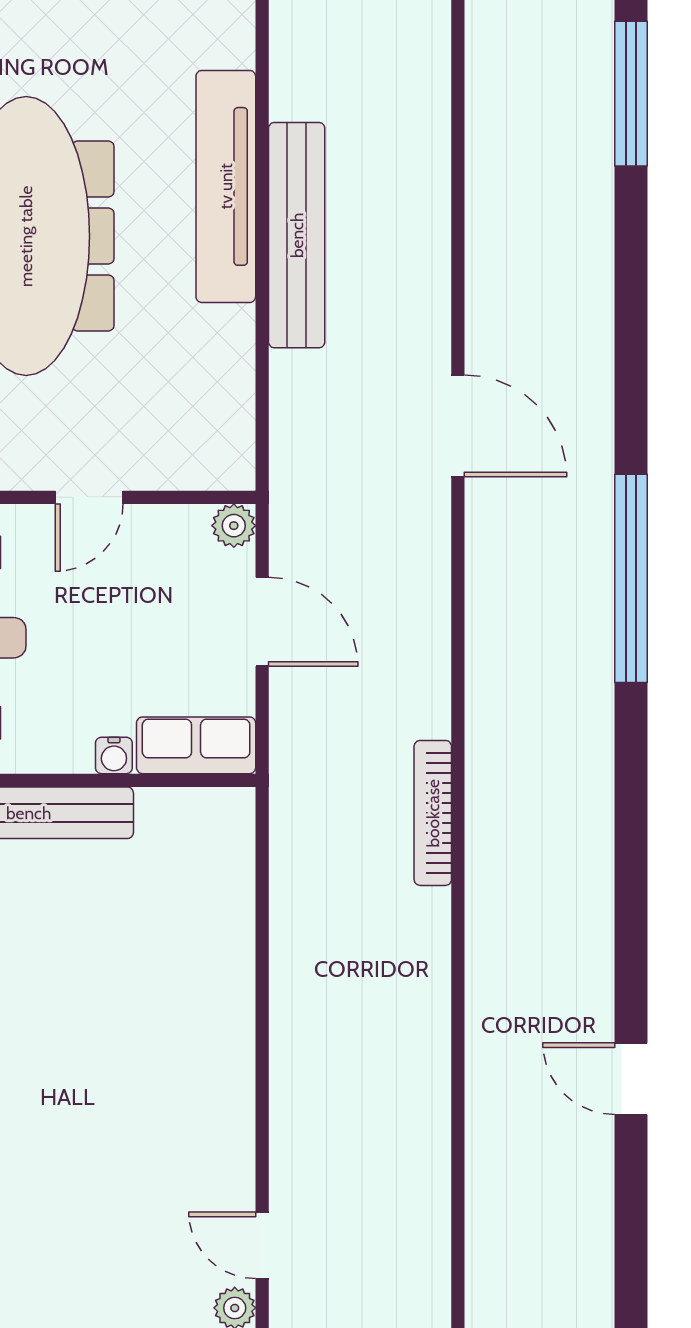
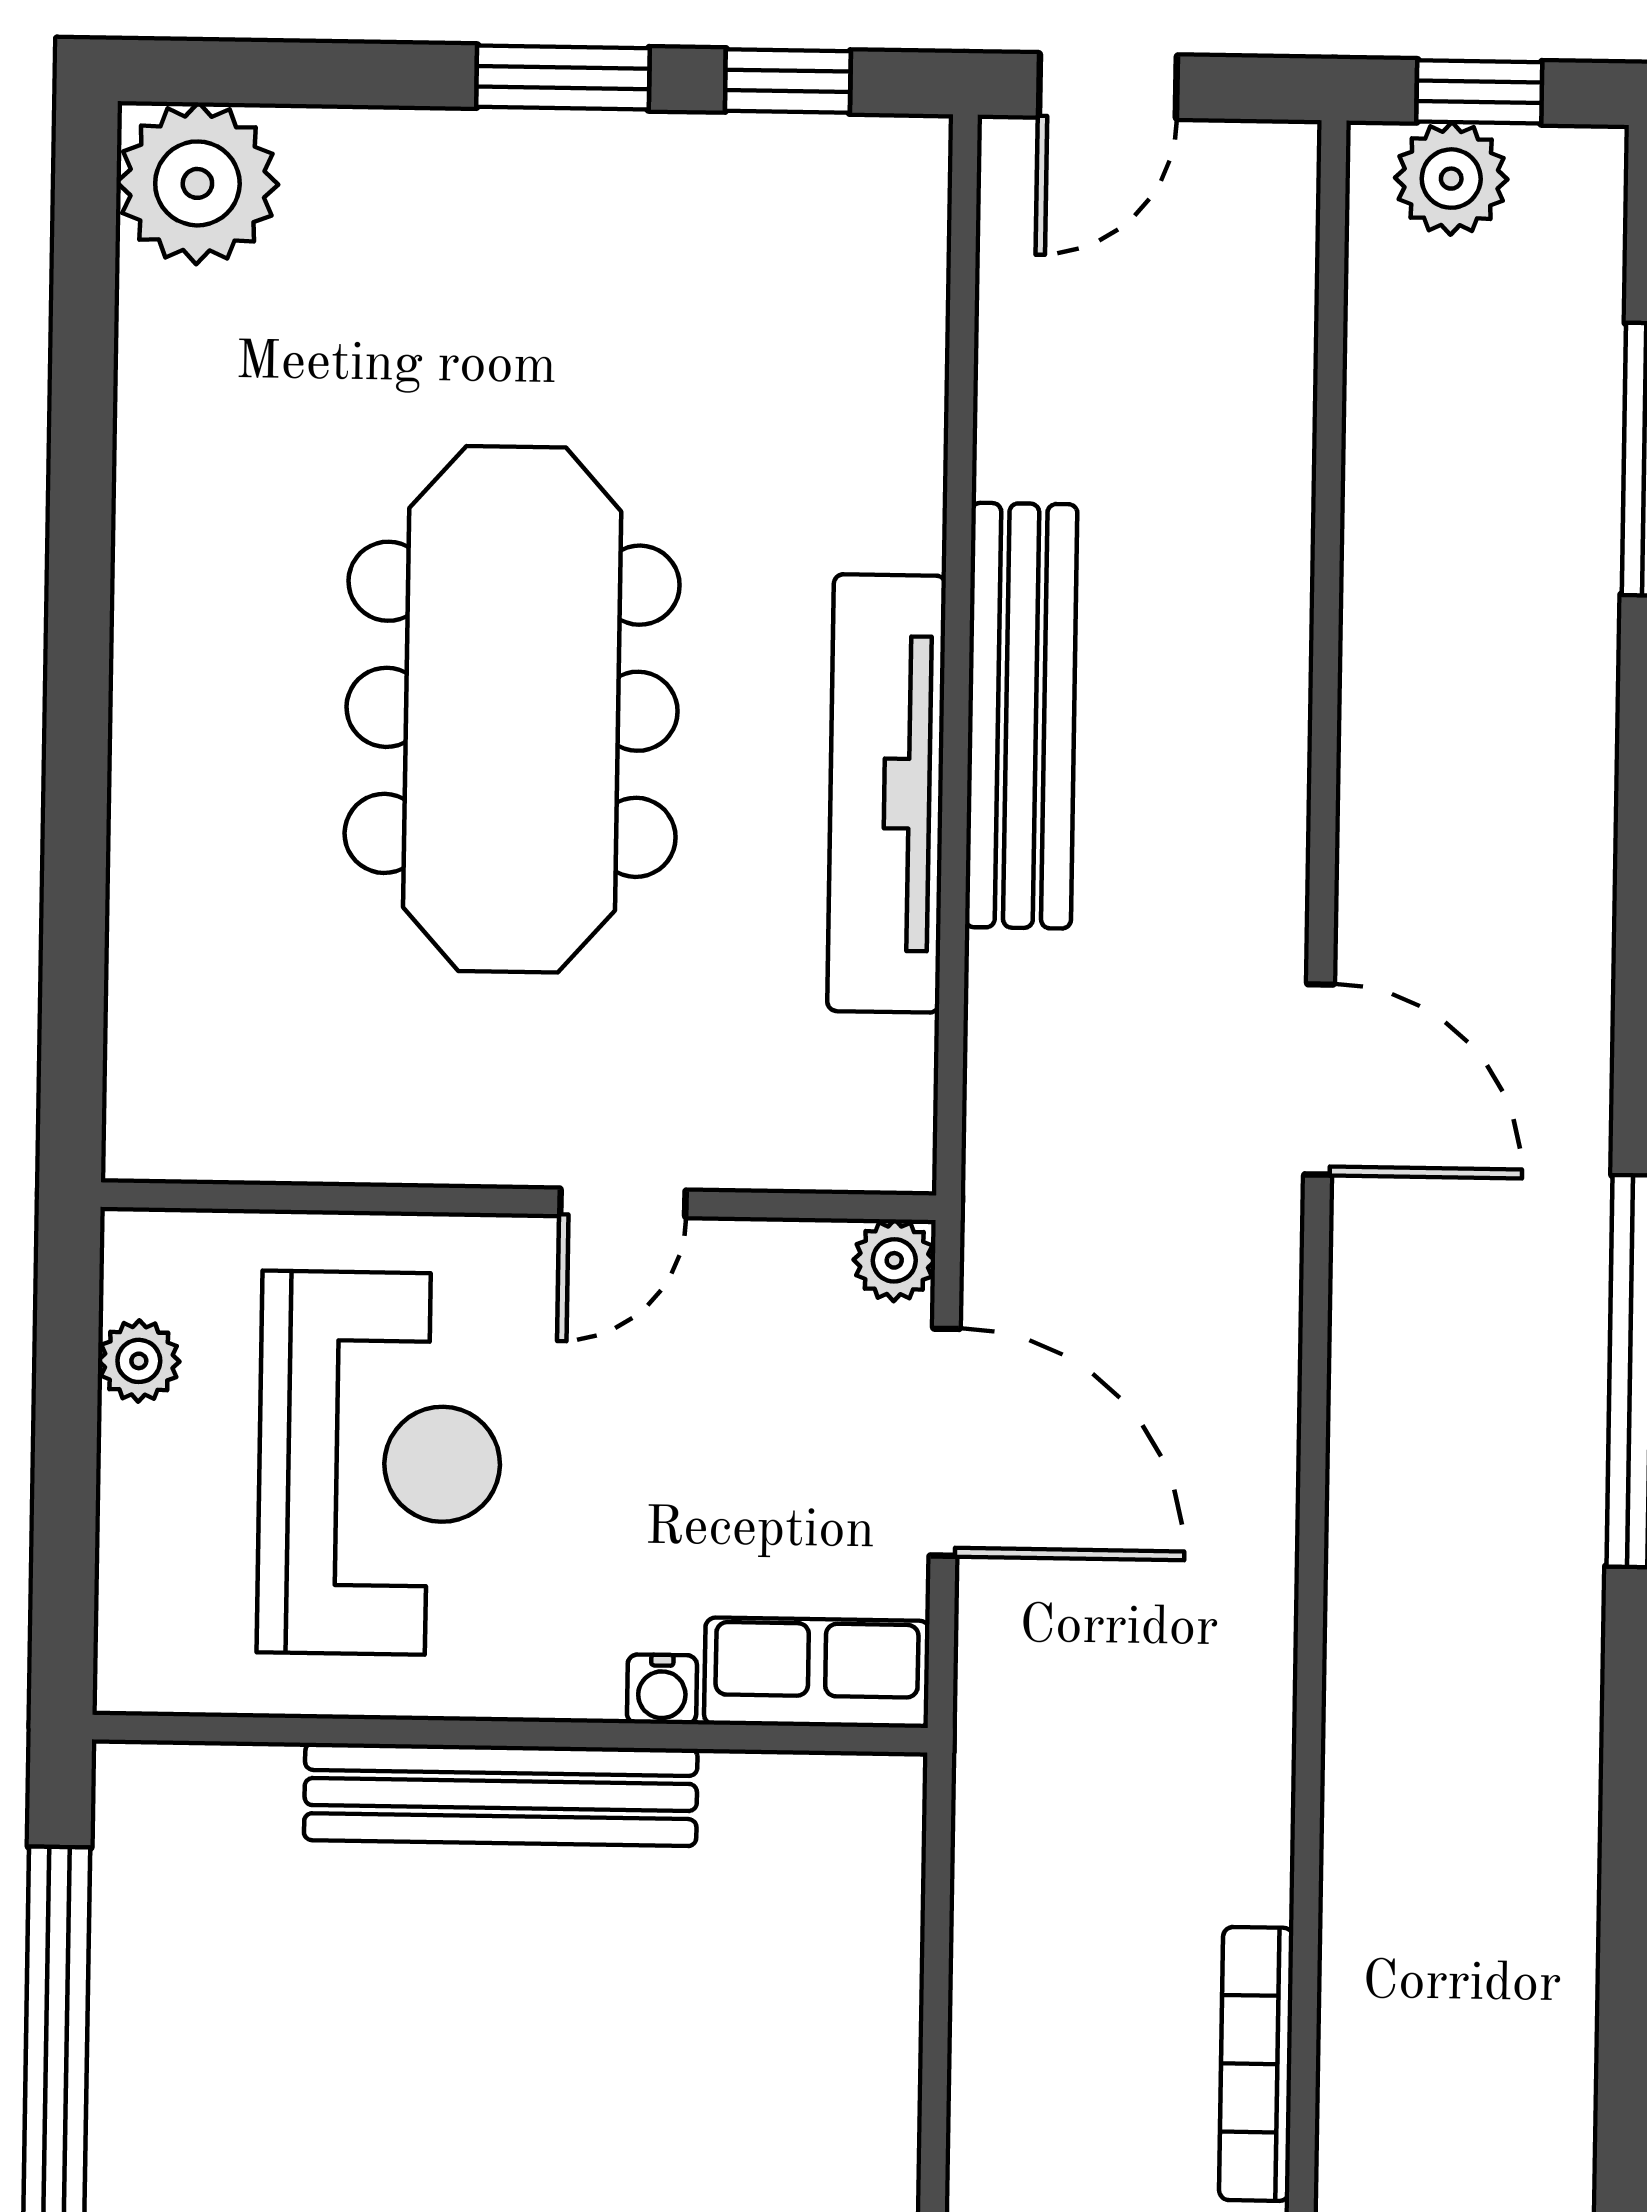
tv unit: (226, 186) -> (887, 793), moved
door: (262, 622) -> (945, 1442), width x1.36
bookcase: (433, 813) -> (1256, 2064), moved

